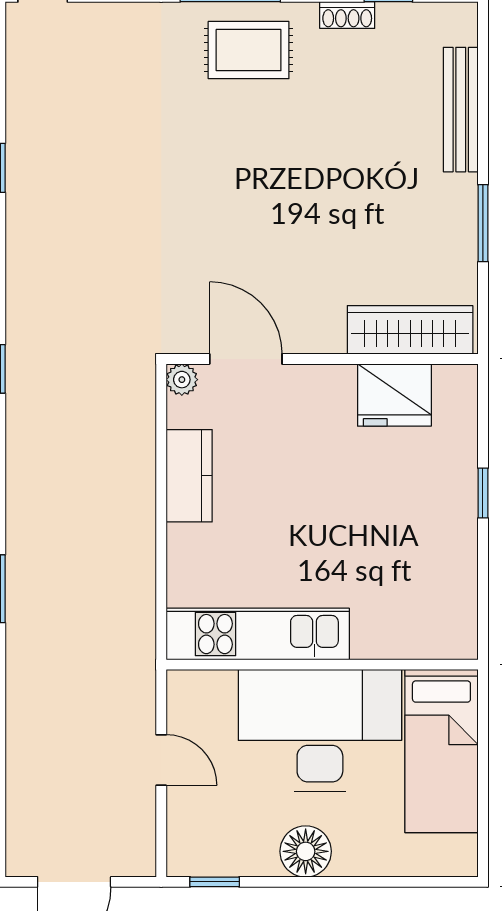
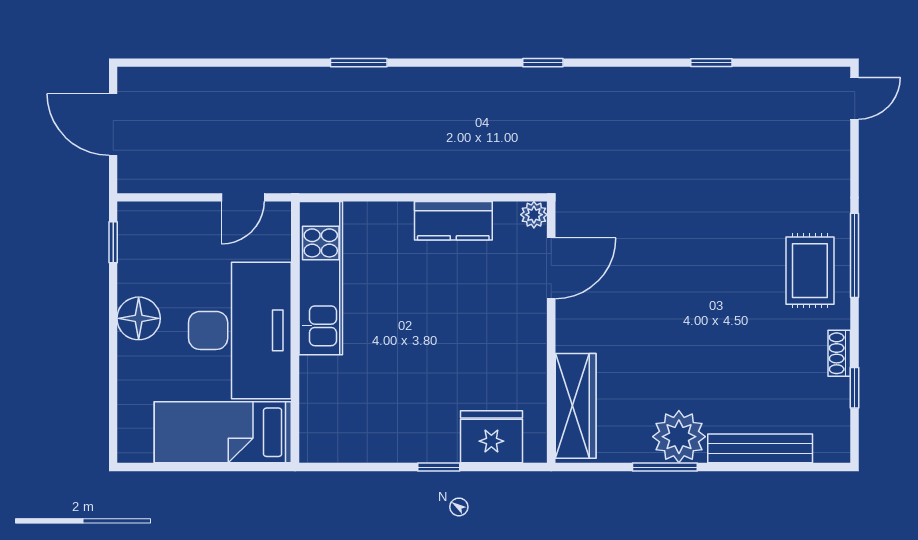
plant: (447, 206) -> (679, 437), added
fridge: (394, 395) -> (491, 437), moved, turned 90
door: (161, 760) -> (243, 197), moved

